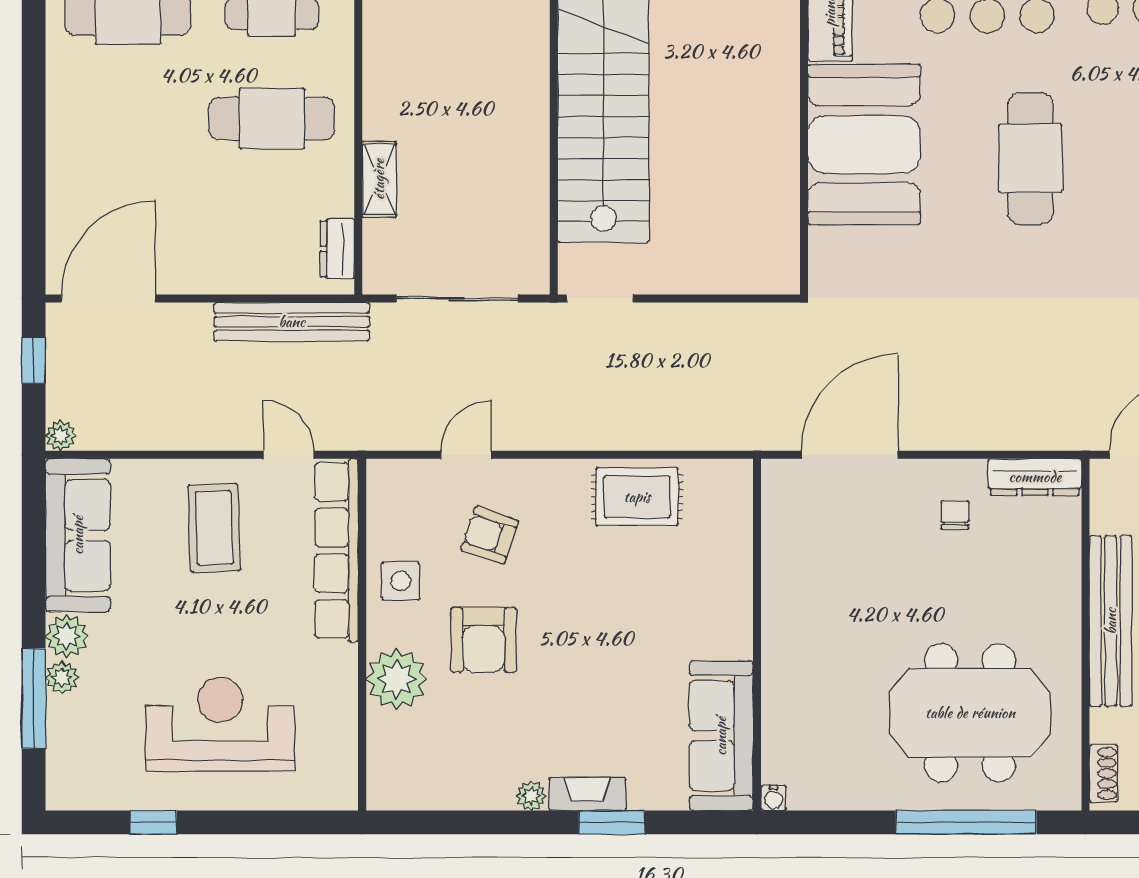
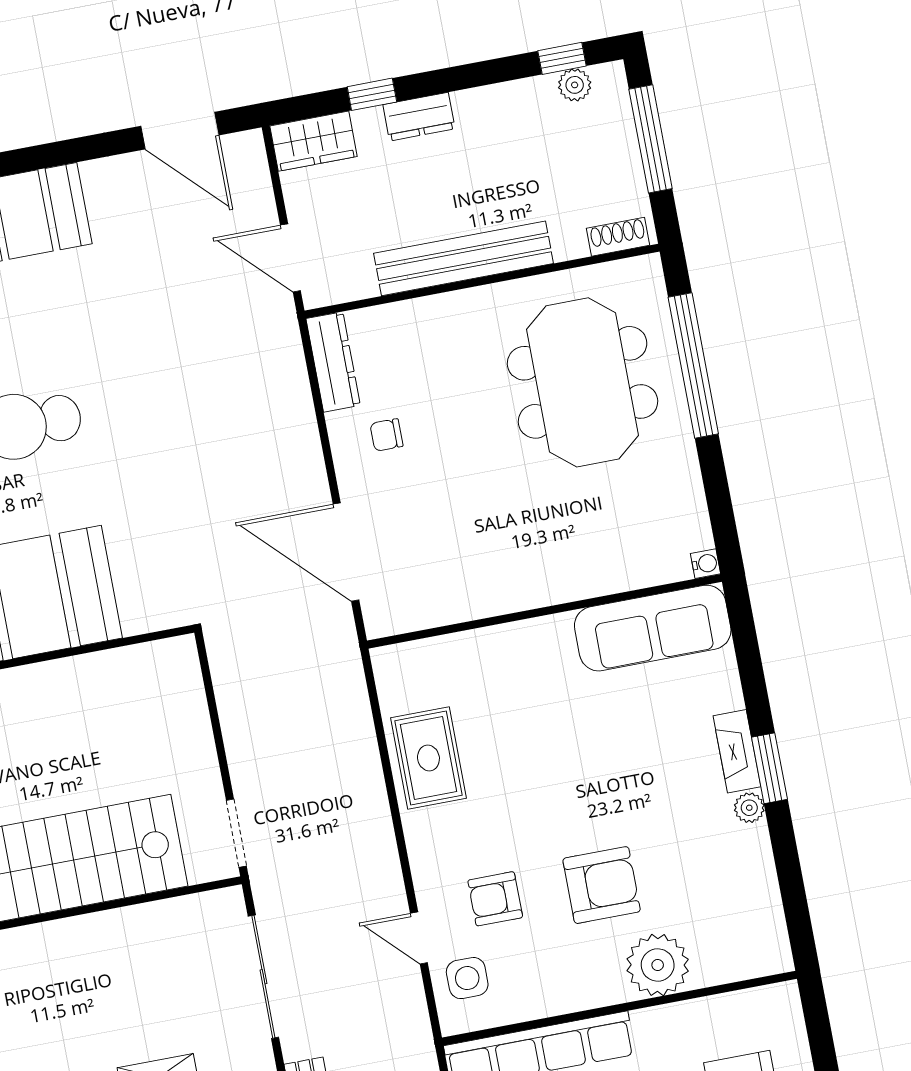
armchair: (490, 535) -> (495, 899), turned 71
side table: (401, 581) -> (467, 978), moved
window: (612, 822) -> (769, 768), moved

